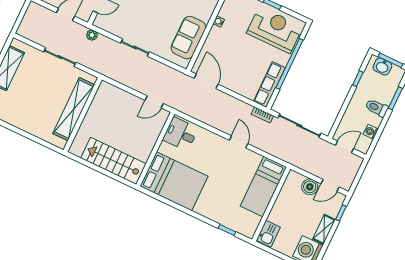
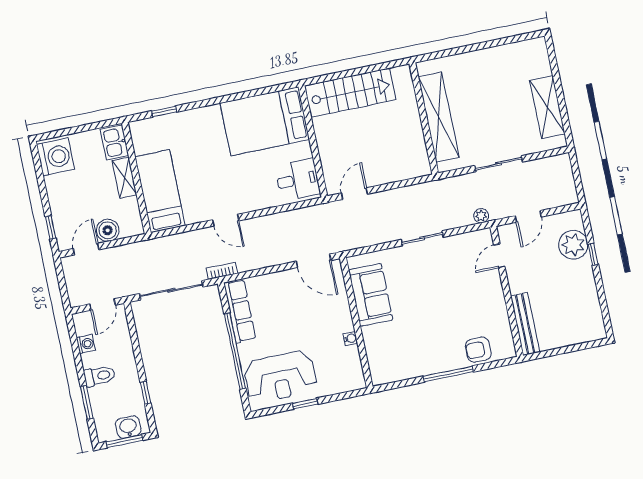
shelving: (324, 229) -> (124, 178), moved

